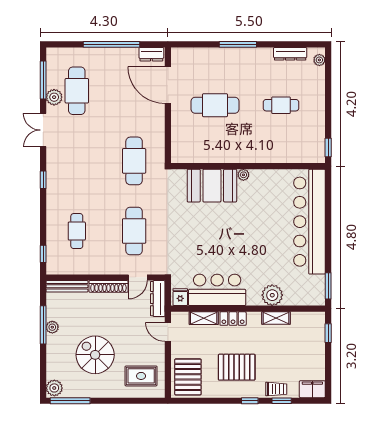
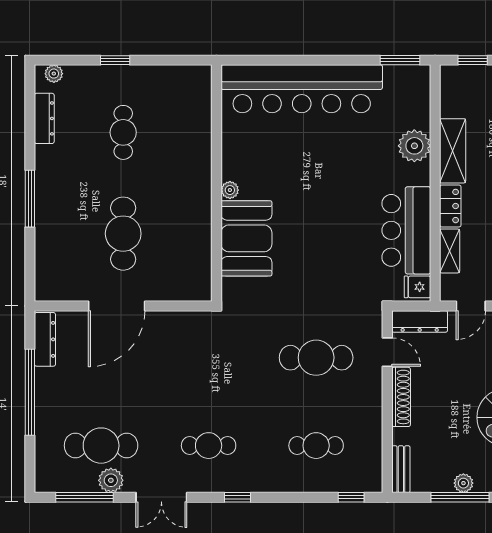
dresser: (151, 54) -> (45, 339), width x1.44
door: (168, 85) -> (117, 306), moved
window: (328, 148) -> (115, 60), moved
cafe table: (134, 161) -> (209, 446), moved, width x0.73, depth x0.74
bench: (67, 286) -> (401, 469), width x0.73
shelving: (276, 318) -> (453, 151), width x1.50, depth x1.33

